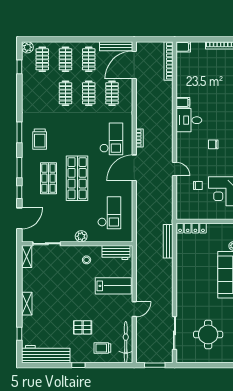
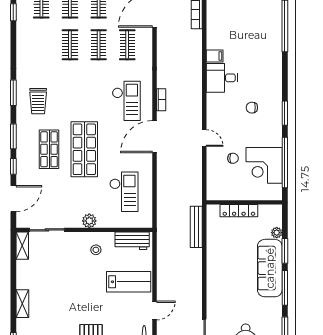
locker: (192, 228) -> (239, 211), moved

